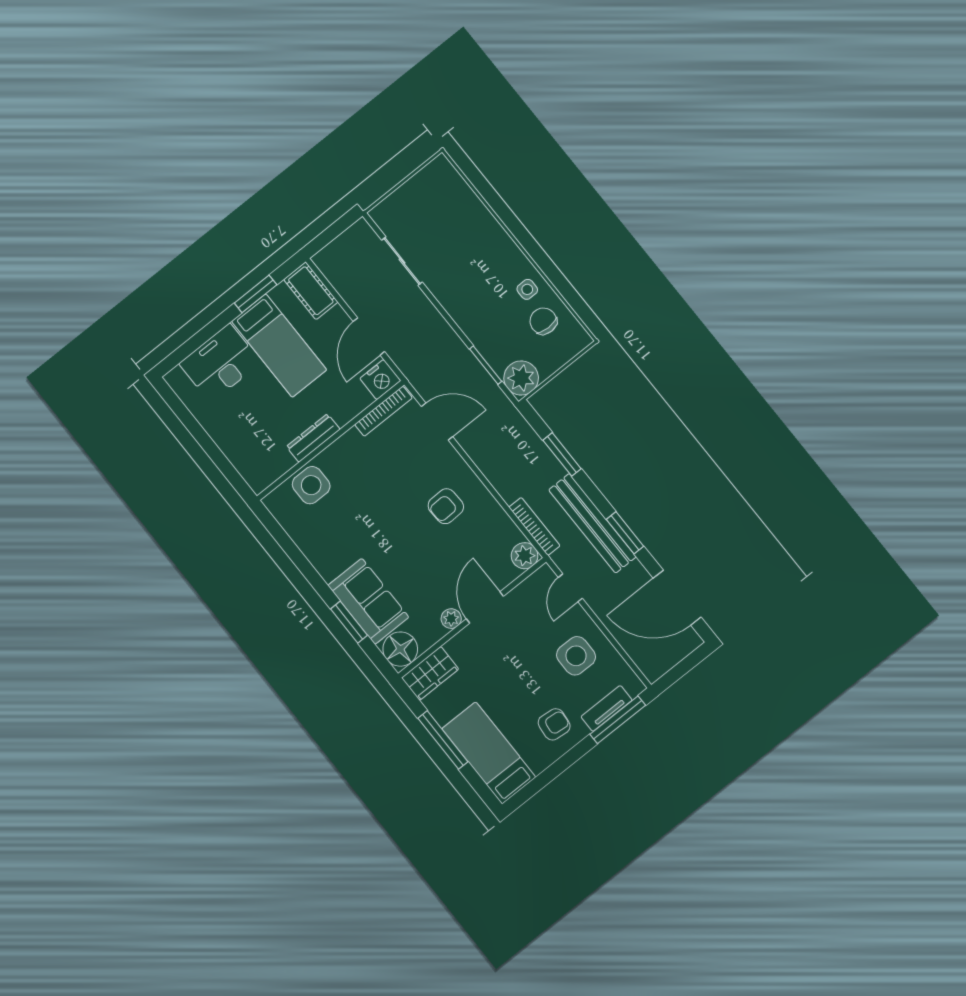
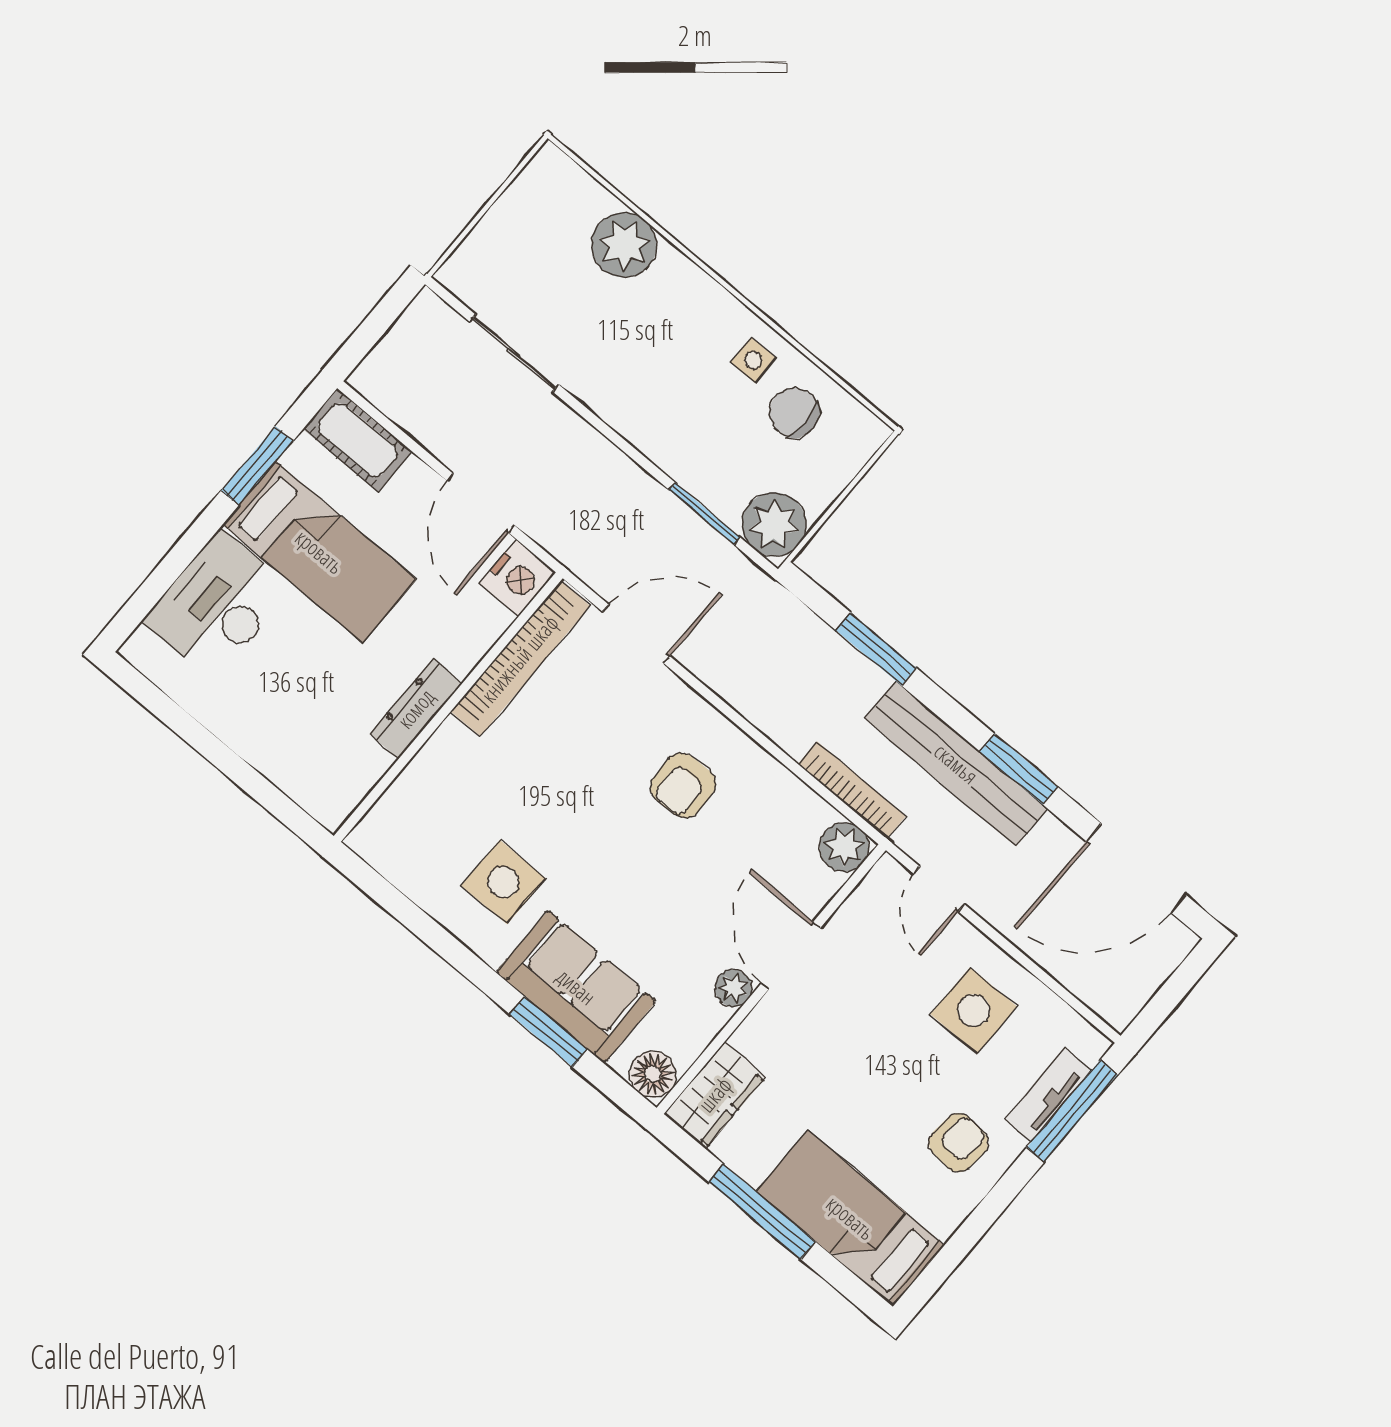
plant: (471, 216) -> (624, 245), added
bookcase: (383, 411) -> (520, 659), width x1.48, depth x1.31
side table: (311, 485) -> (503, 882), moved
floor lamp: (400, 649) -> (653, 1074), width x0.73, depth x0.73

